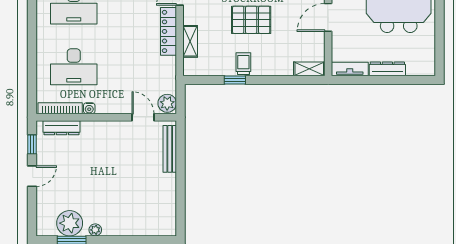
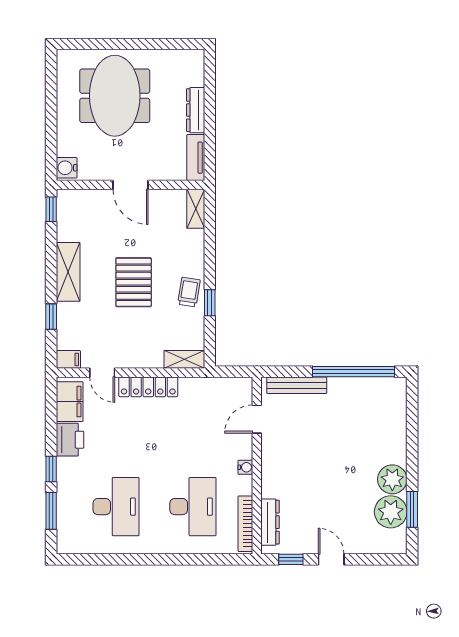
shelving: (190, 41) -> (184, 359), moved
trolley: (243, 64) -> (189, 292), turned 99
plant: (167, 103) -> (239, 388), removed
water cooler: (89, 108) -> (245, 467), moved
window: (181, 194) -> (354, 372), added
plant: (95, 230) -> (392, 479), width x1.88, depth x1.88

